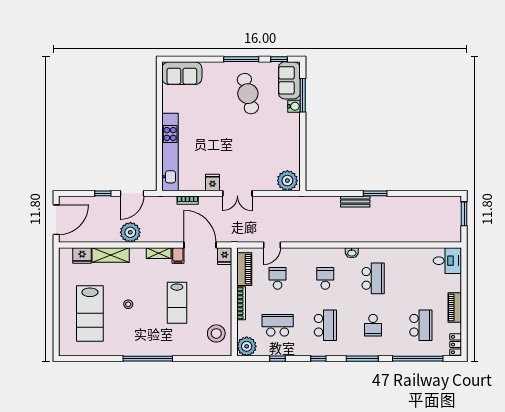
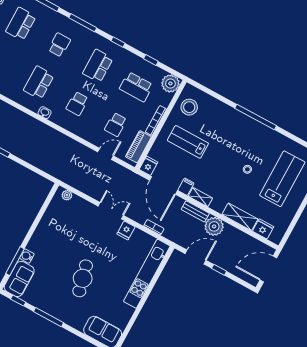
cafe table: (248, 94) -> (83, 278), moved
plant: (287, 181) -> (67, 195), width x0.53, depth x0.53
bench: (355, 202) -> (195, 211), moved
lab bench: (177, 303) -> (188, 142), moved, turned -90

